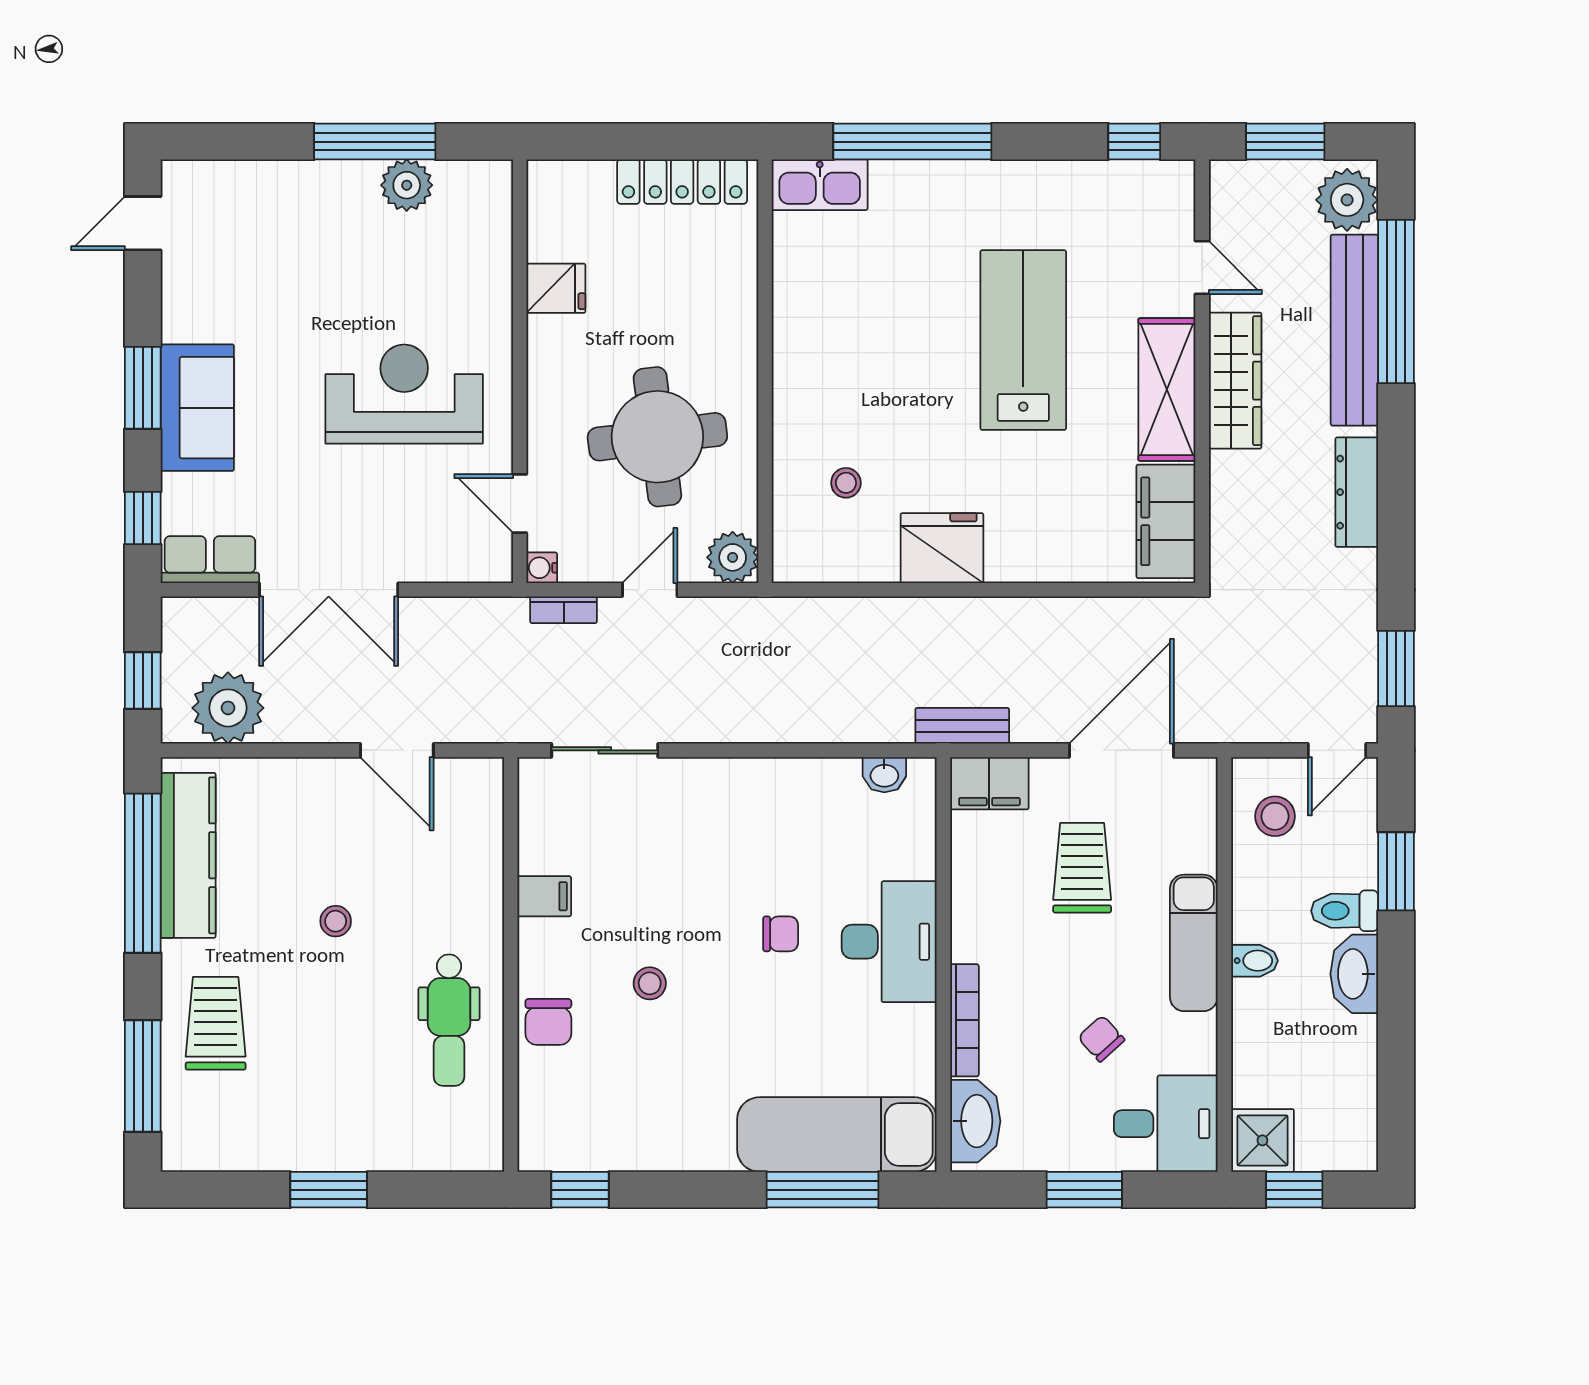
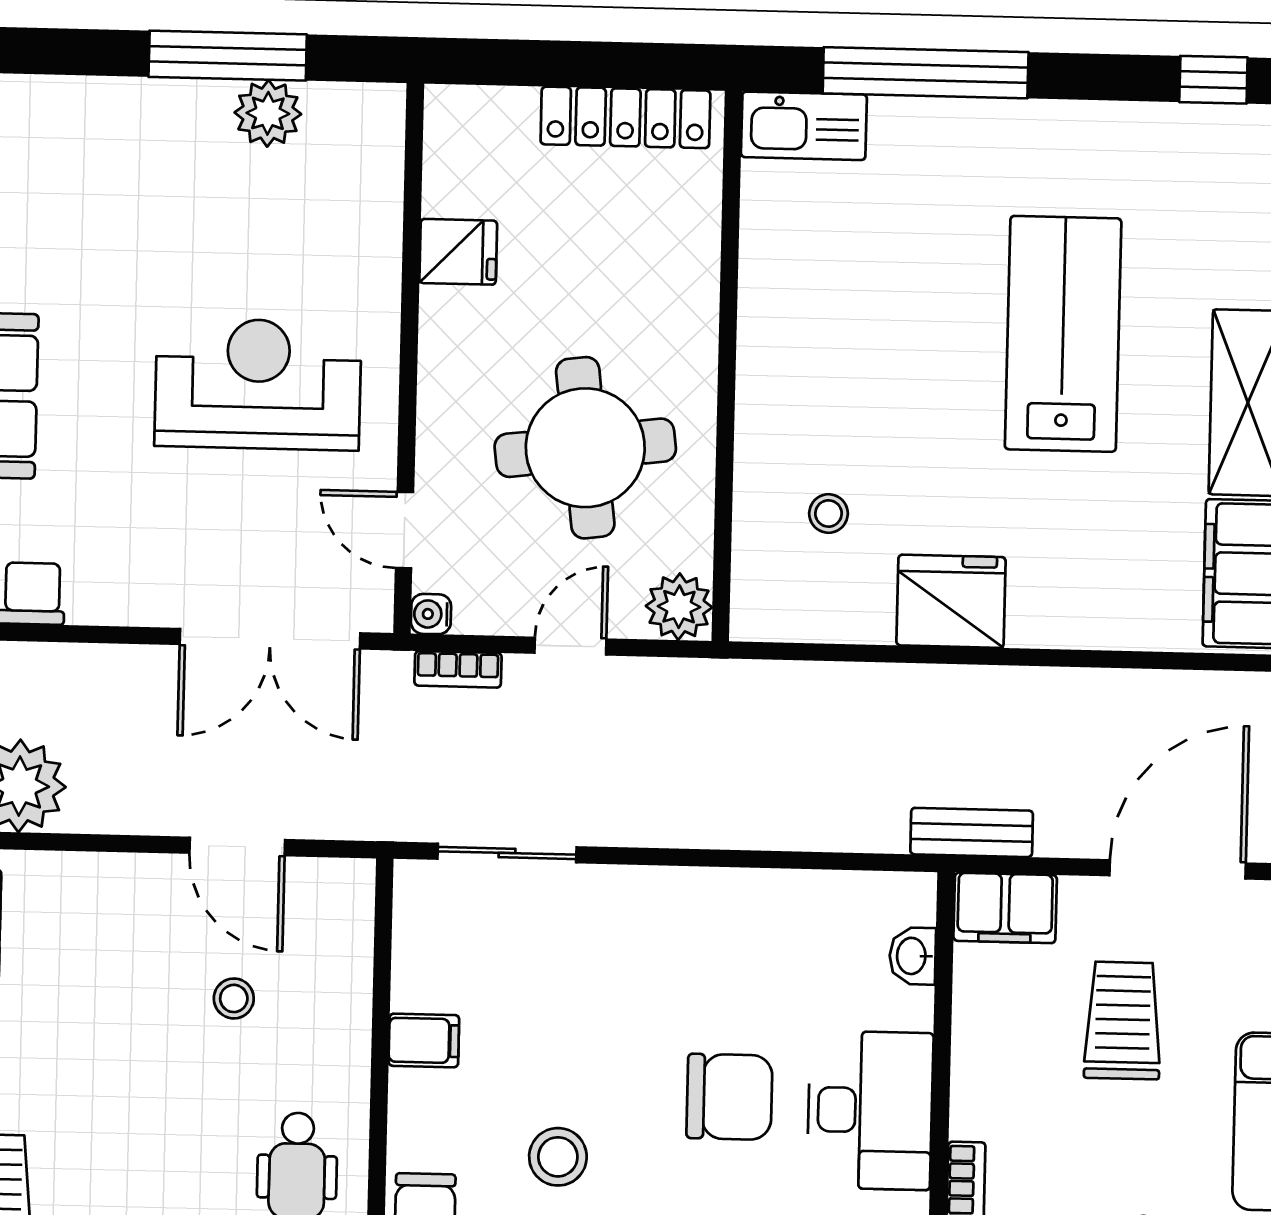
double door: (329, 590) -> (270, 639), moved
washbasin: (884, 775) -> (913, 956), moved, turned 90
stool: (336, 921) -> (234, 998), moved
chair: (781, 934) -> (729, 1097), width x1.87, depth x1.87
stool: (650, 983) -> (558, 1157), width x1.37, depth x1.37

